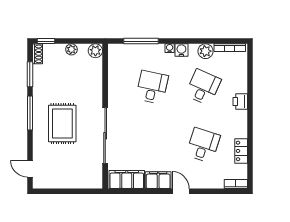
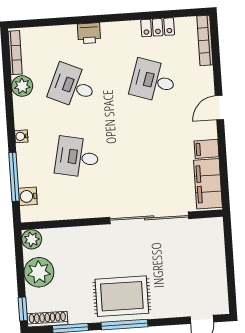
plant: (71, 49) -> (39, 272), width x1.87, depth x1.87
water cooler: (181, 50) -> (28, 196), moved
shoe rack: (38, 54) -> (47, 319), width x1.43
rug: (62, 124) -> (122, 296), moved
filing cabinet: (158, 180) -> (207, 149), width x0.50
bookcase: (236, 184) -> (205, 40), width x1.56

